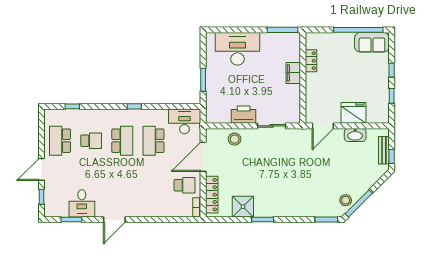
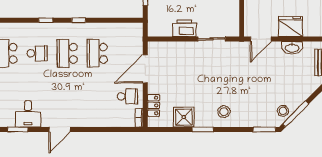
window: (72, 106) -> (46, 20), moved
desk: (184, 121) -> (127, 35), removed
stool: (235, 139) -> (224, 112), moved
school desk: (122, 141) -> (67, 53), turned 180
locker: (212, 195) -> (154, 105), width x0.66

